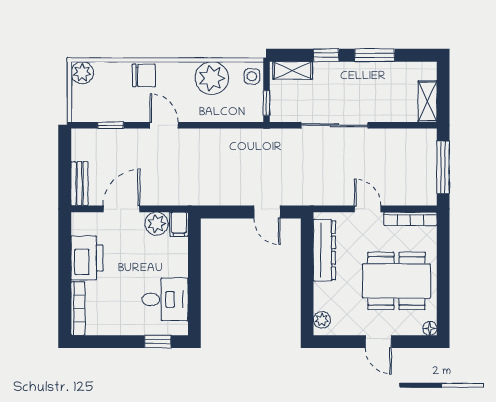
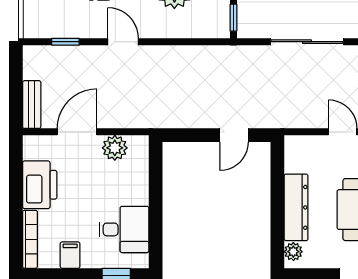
door: (267, 212) -> (234, 135), hinge flipped
filing cabinet: (179, 224) -> (70, 255), moved, turned 180
dresser: (324, 250) -> (296, 207), moved

